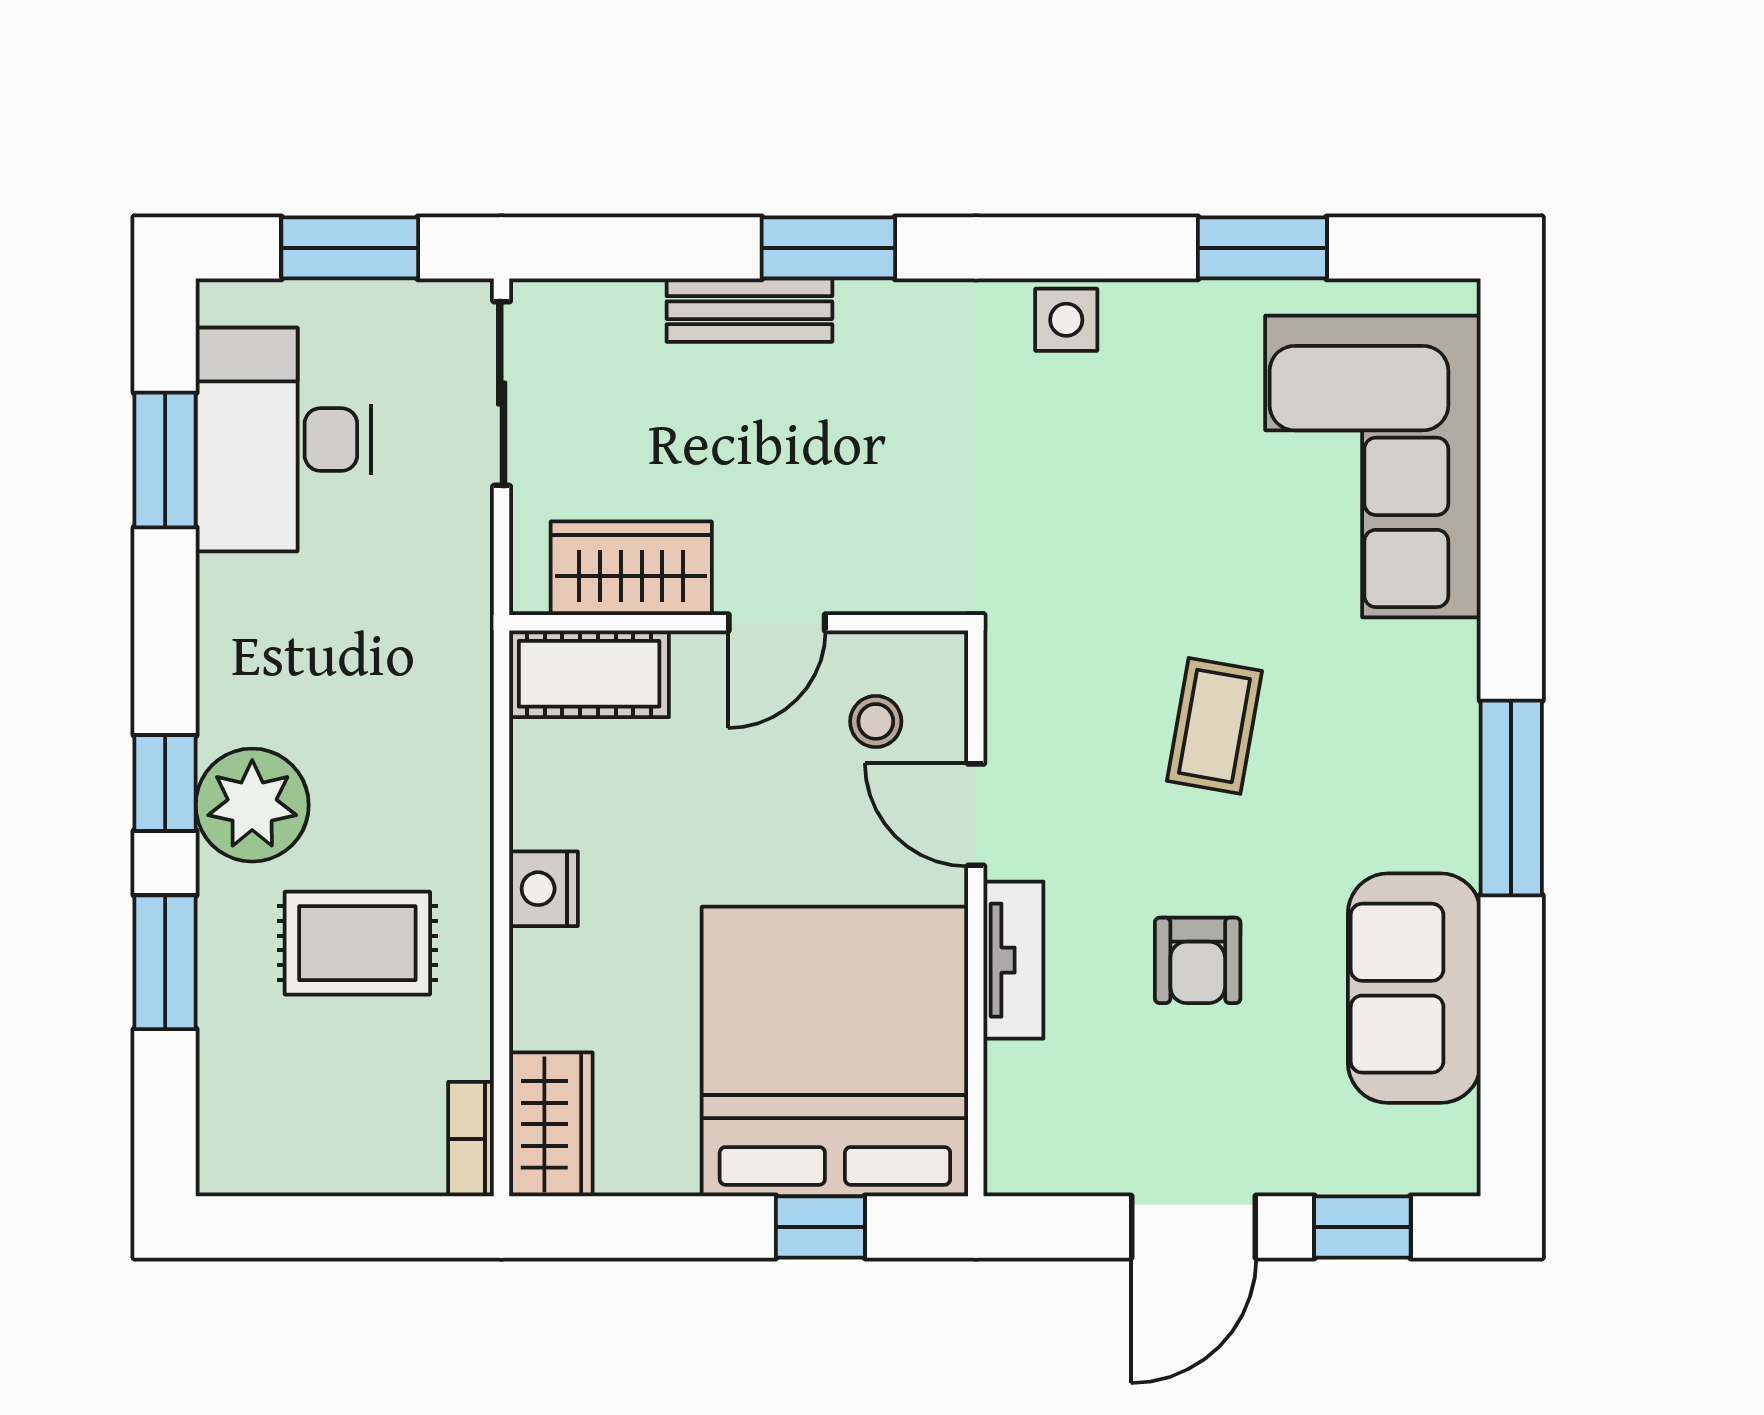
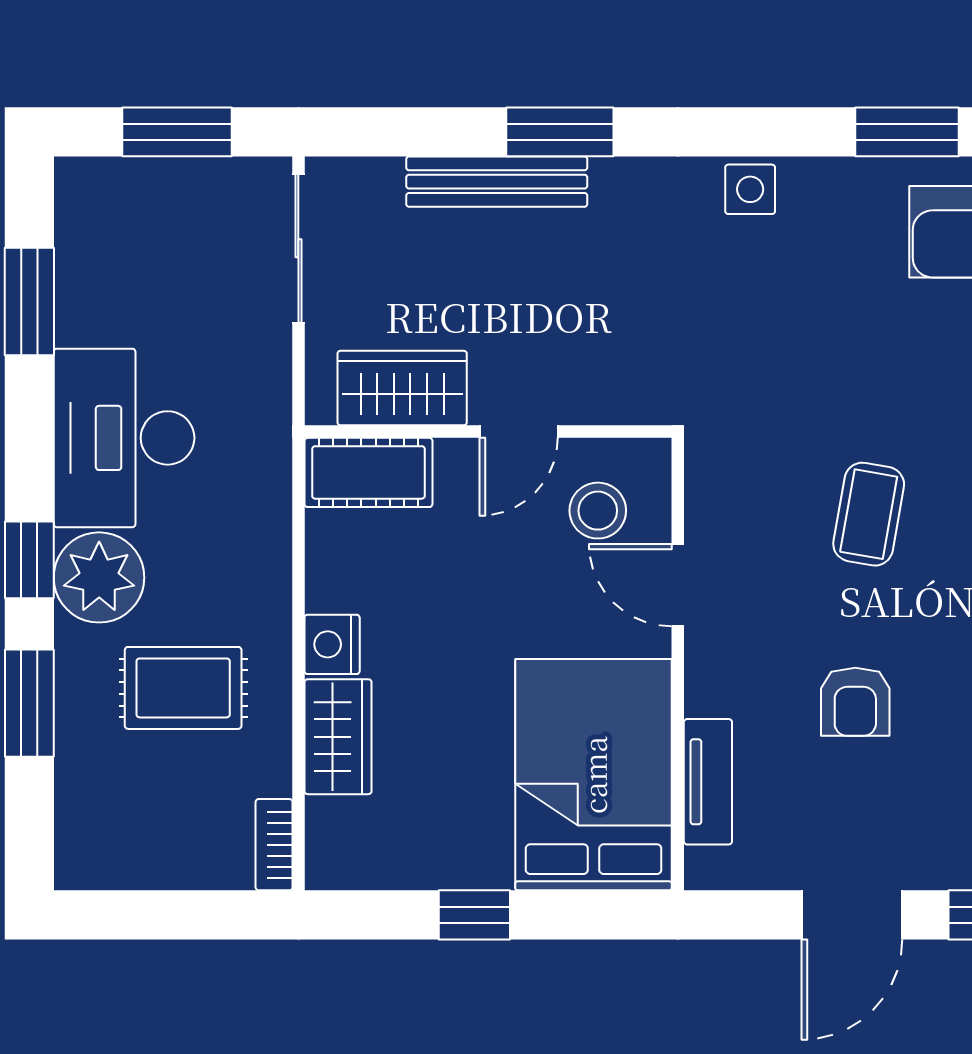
bench: (749, 310) -> (497, 182), width x1.36
desk: (283, 440) -> (124, 438), moved
stool: (876, 721) -> (598, 511), width x1.37, depth x1.37
tv unit: (1013, 960) -> (708, 782), moved
bed: (835, 1052) -> (594, 775), width x0.73
wardrobe: (551, 1124) -> (338, 737), moved
window: (820, 1227) -> (474, 915), moved

